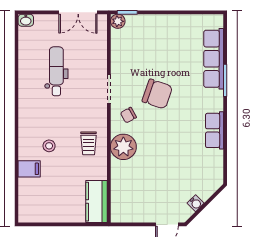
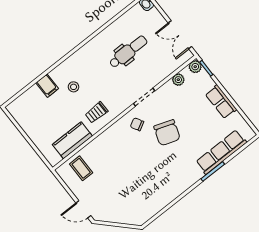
row of seats: (215, 130) -> (221, 102), moved, turned -90
plant: (123, 147) -> (178, 80), moved, width x0.53, depth x0.53
coffee table: (128, 197) -> (81, 168), added
kitchen counter: (97, 202) -> (72, 140), moved
water cooler: (196, 203) -> (113, 217), removed

